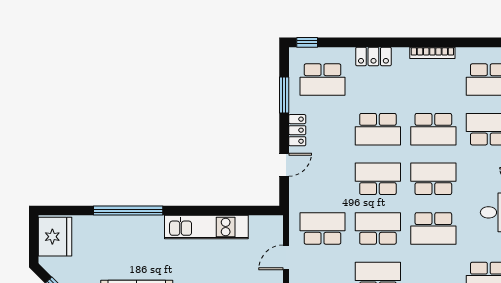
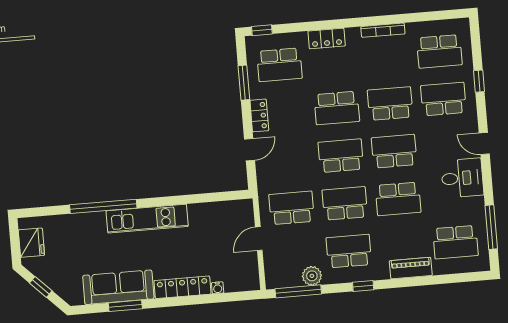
school desk: (433, 129) -> (390, 104), turned 180
kitchen unit: (206, 227) -> (147, 219), moved
fridge: (55, 237) -> (31, 243), width x0.73, depth x0.75

